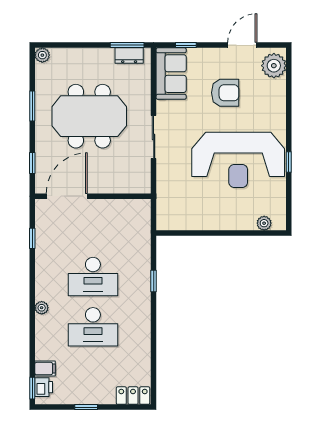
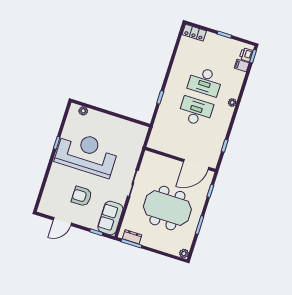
plant: (274, 66) -> (47, 203), removed
desk: (93, 327) -> (205, 81), turned 180

